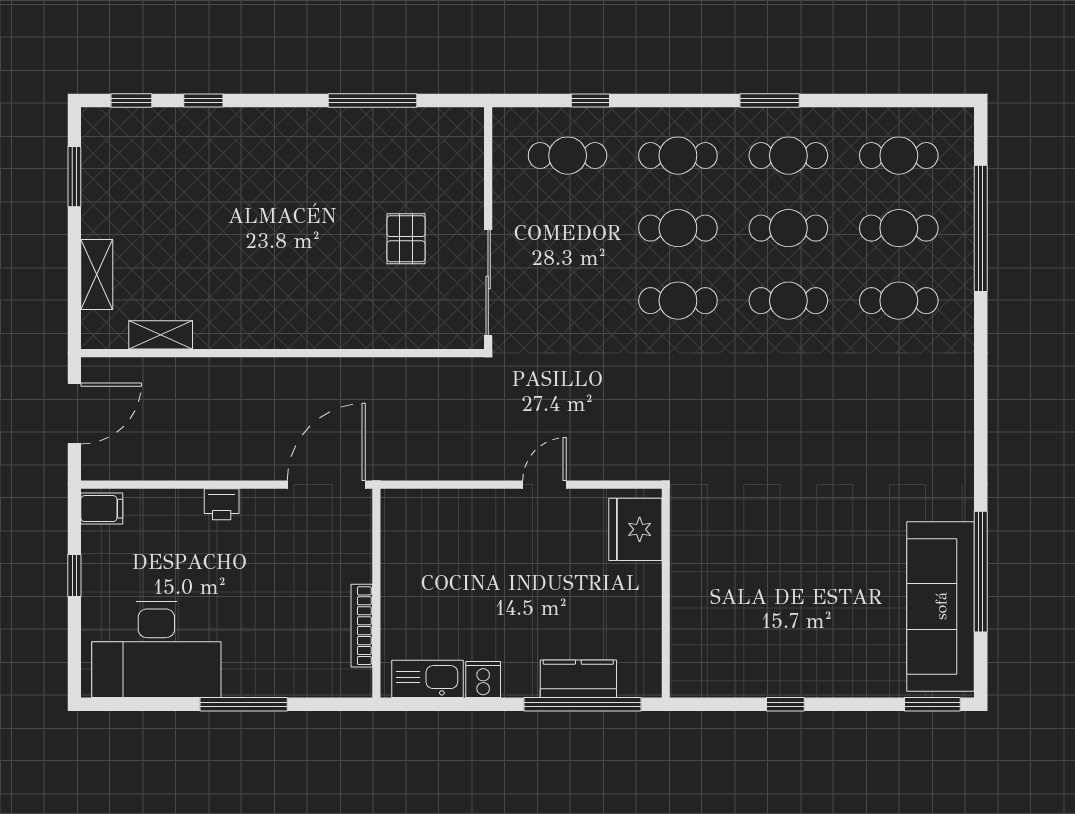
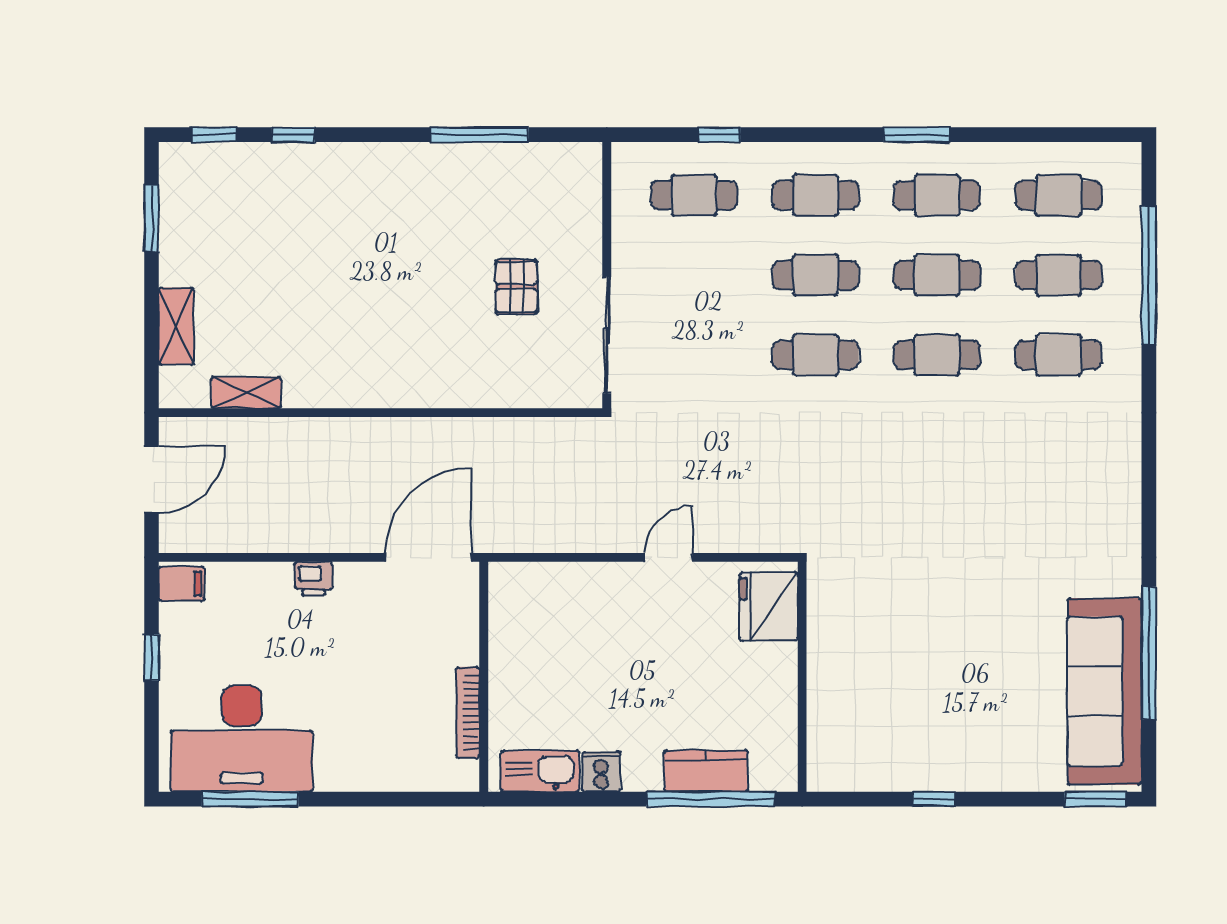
window: (244, 704) -> (250, 799), moved

